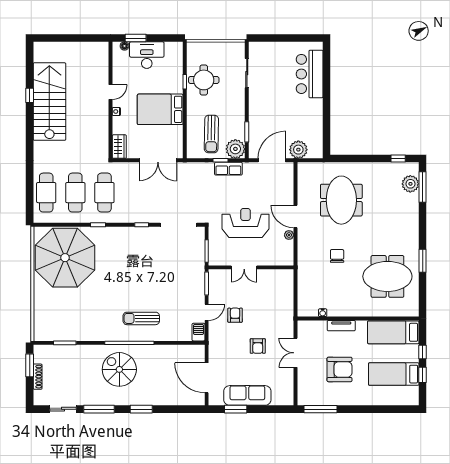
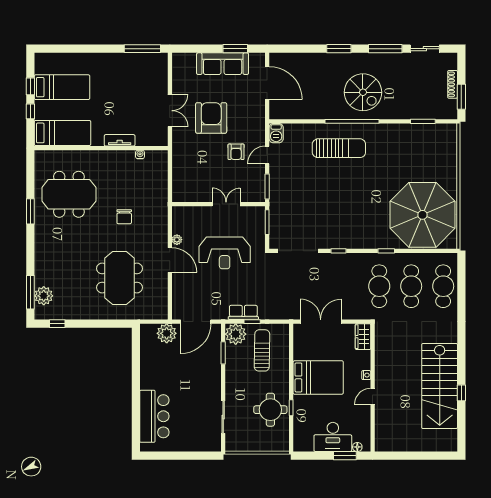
sun lounger: (141, 318) -> (339, 148), width x1.36, depth x1.34
armchair: (258, 346) -> (211, 118), width x1.88, depth x1.88
armchair: (339, 369) -> (122, 92), removed

